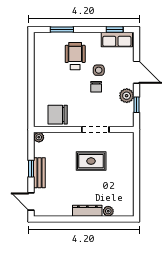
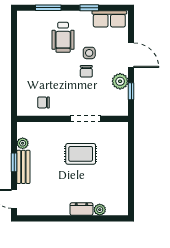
window: (115, 29) -> (89, 8), moved
wheelchair: (75, 56) -> (63, 37), turned 180
chair: (58, 115) -> (43, 102), width x0.54, depth x0.54
plant: (39, 137) -> (23, 143), moved
dresser: (87, 211) -> (81, 209), width x0.70

